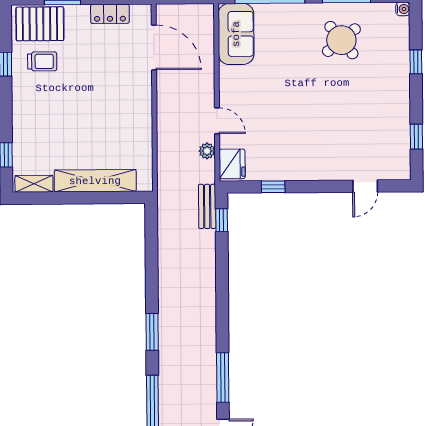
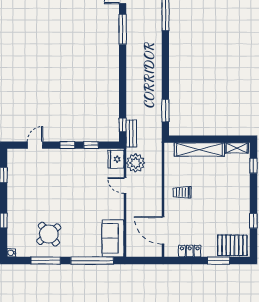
trolley: (42, 61) -> (182, 192), moved
plant: (207, 151) -> (135, 163), width x1.87, depth x1.87
window: (312, 186) -> (67, 145), added
window: (152, 332) -> (165, 111), moved

